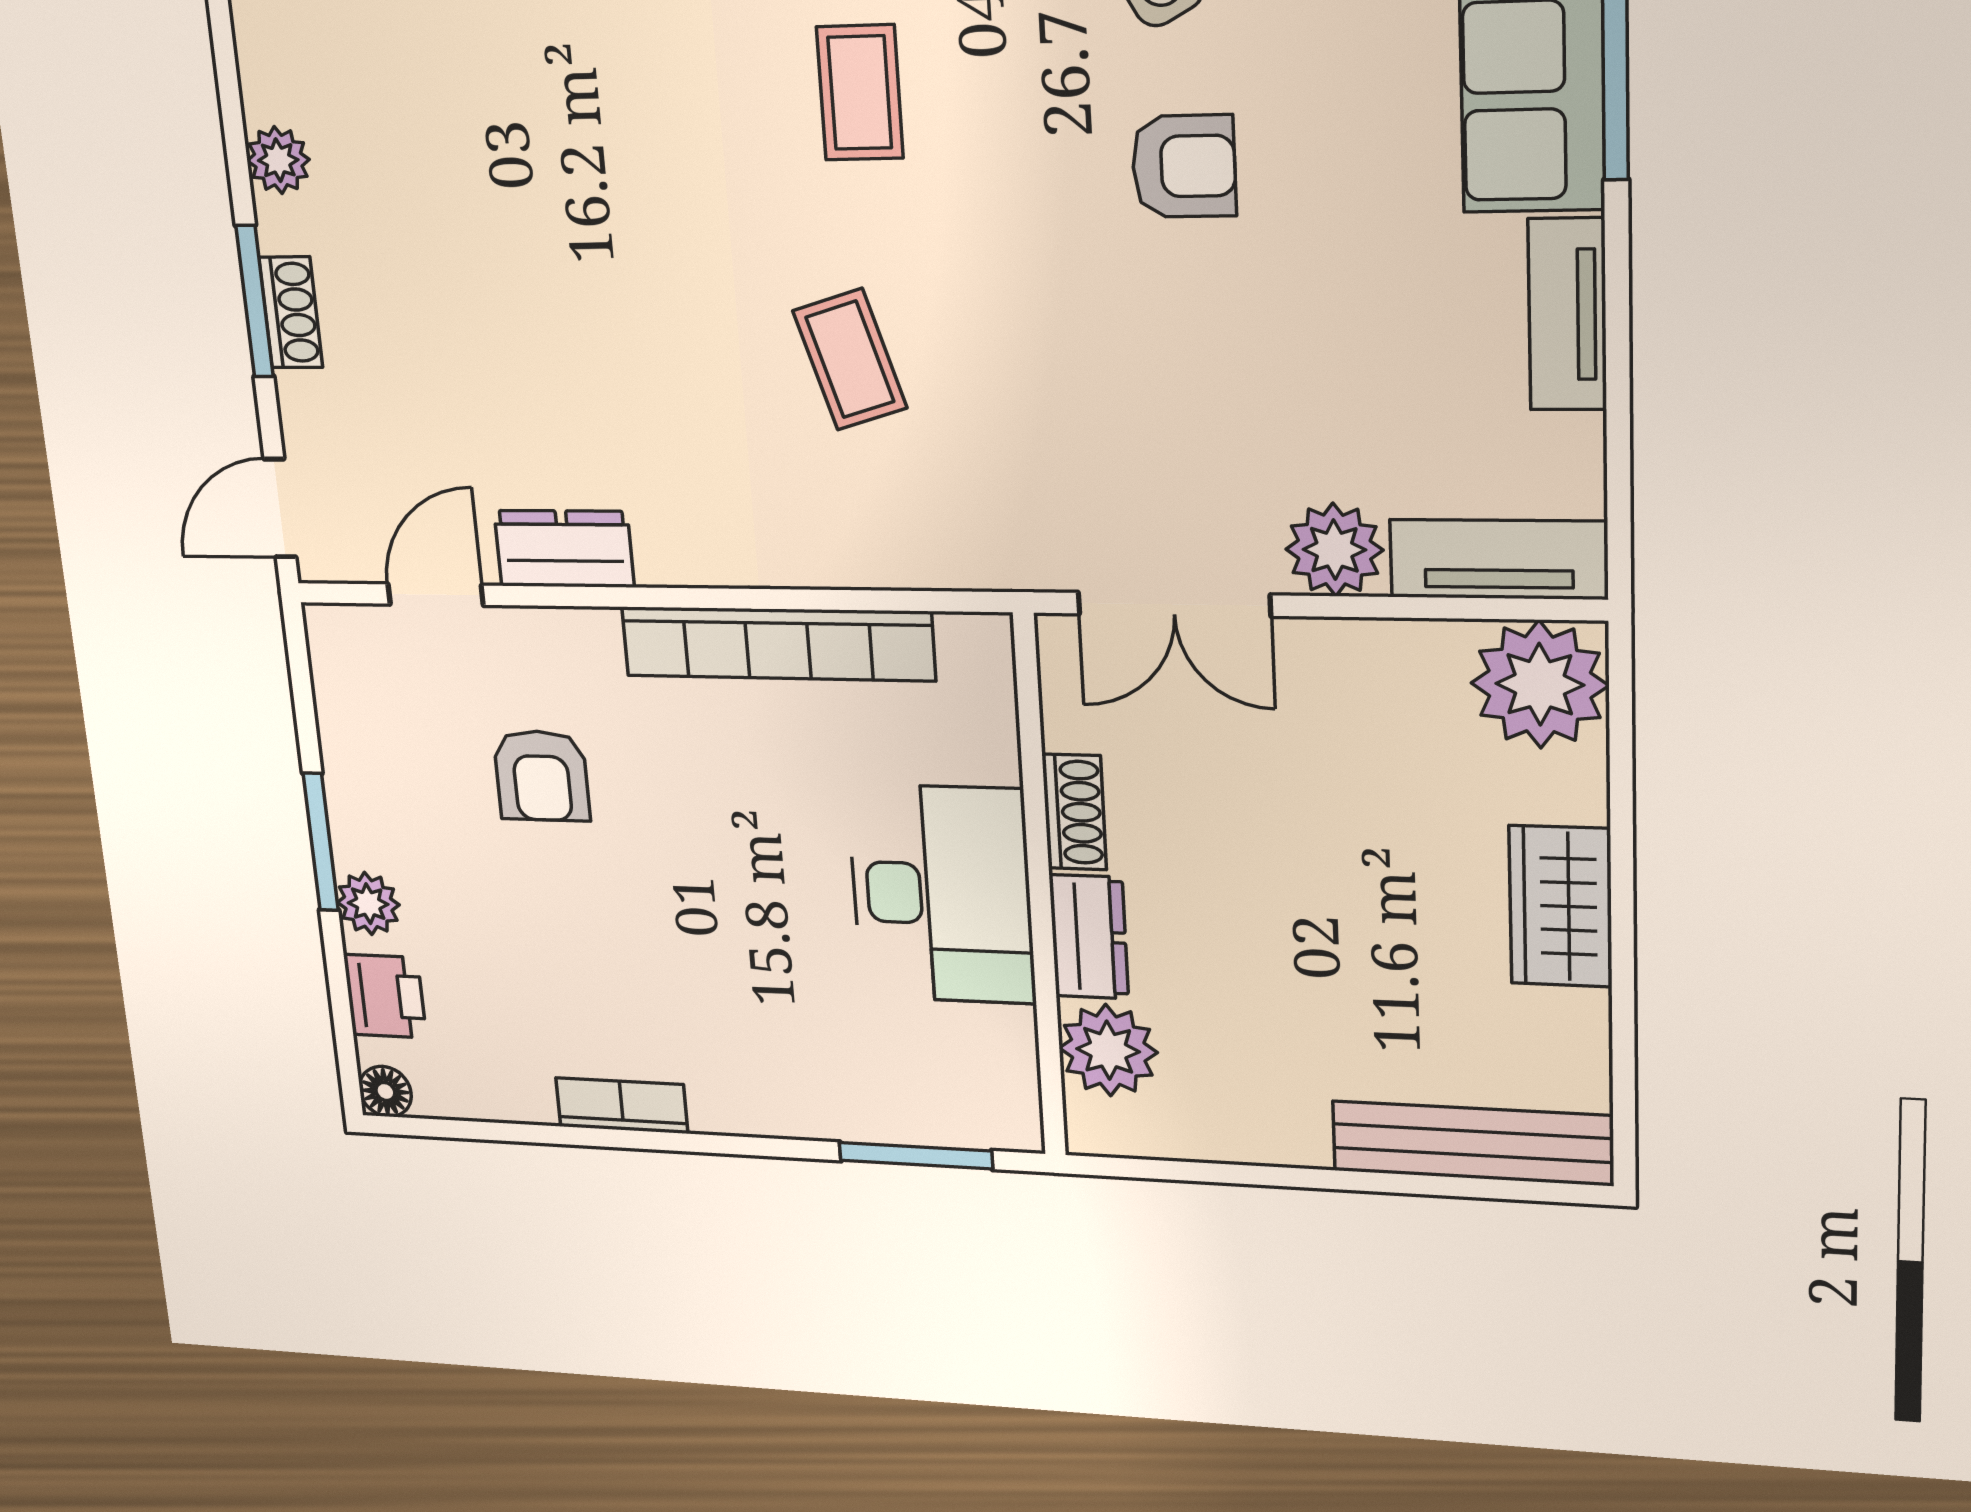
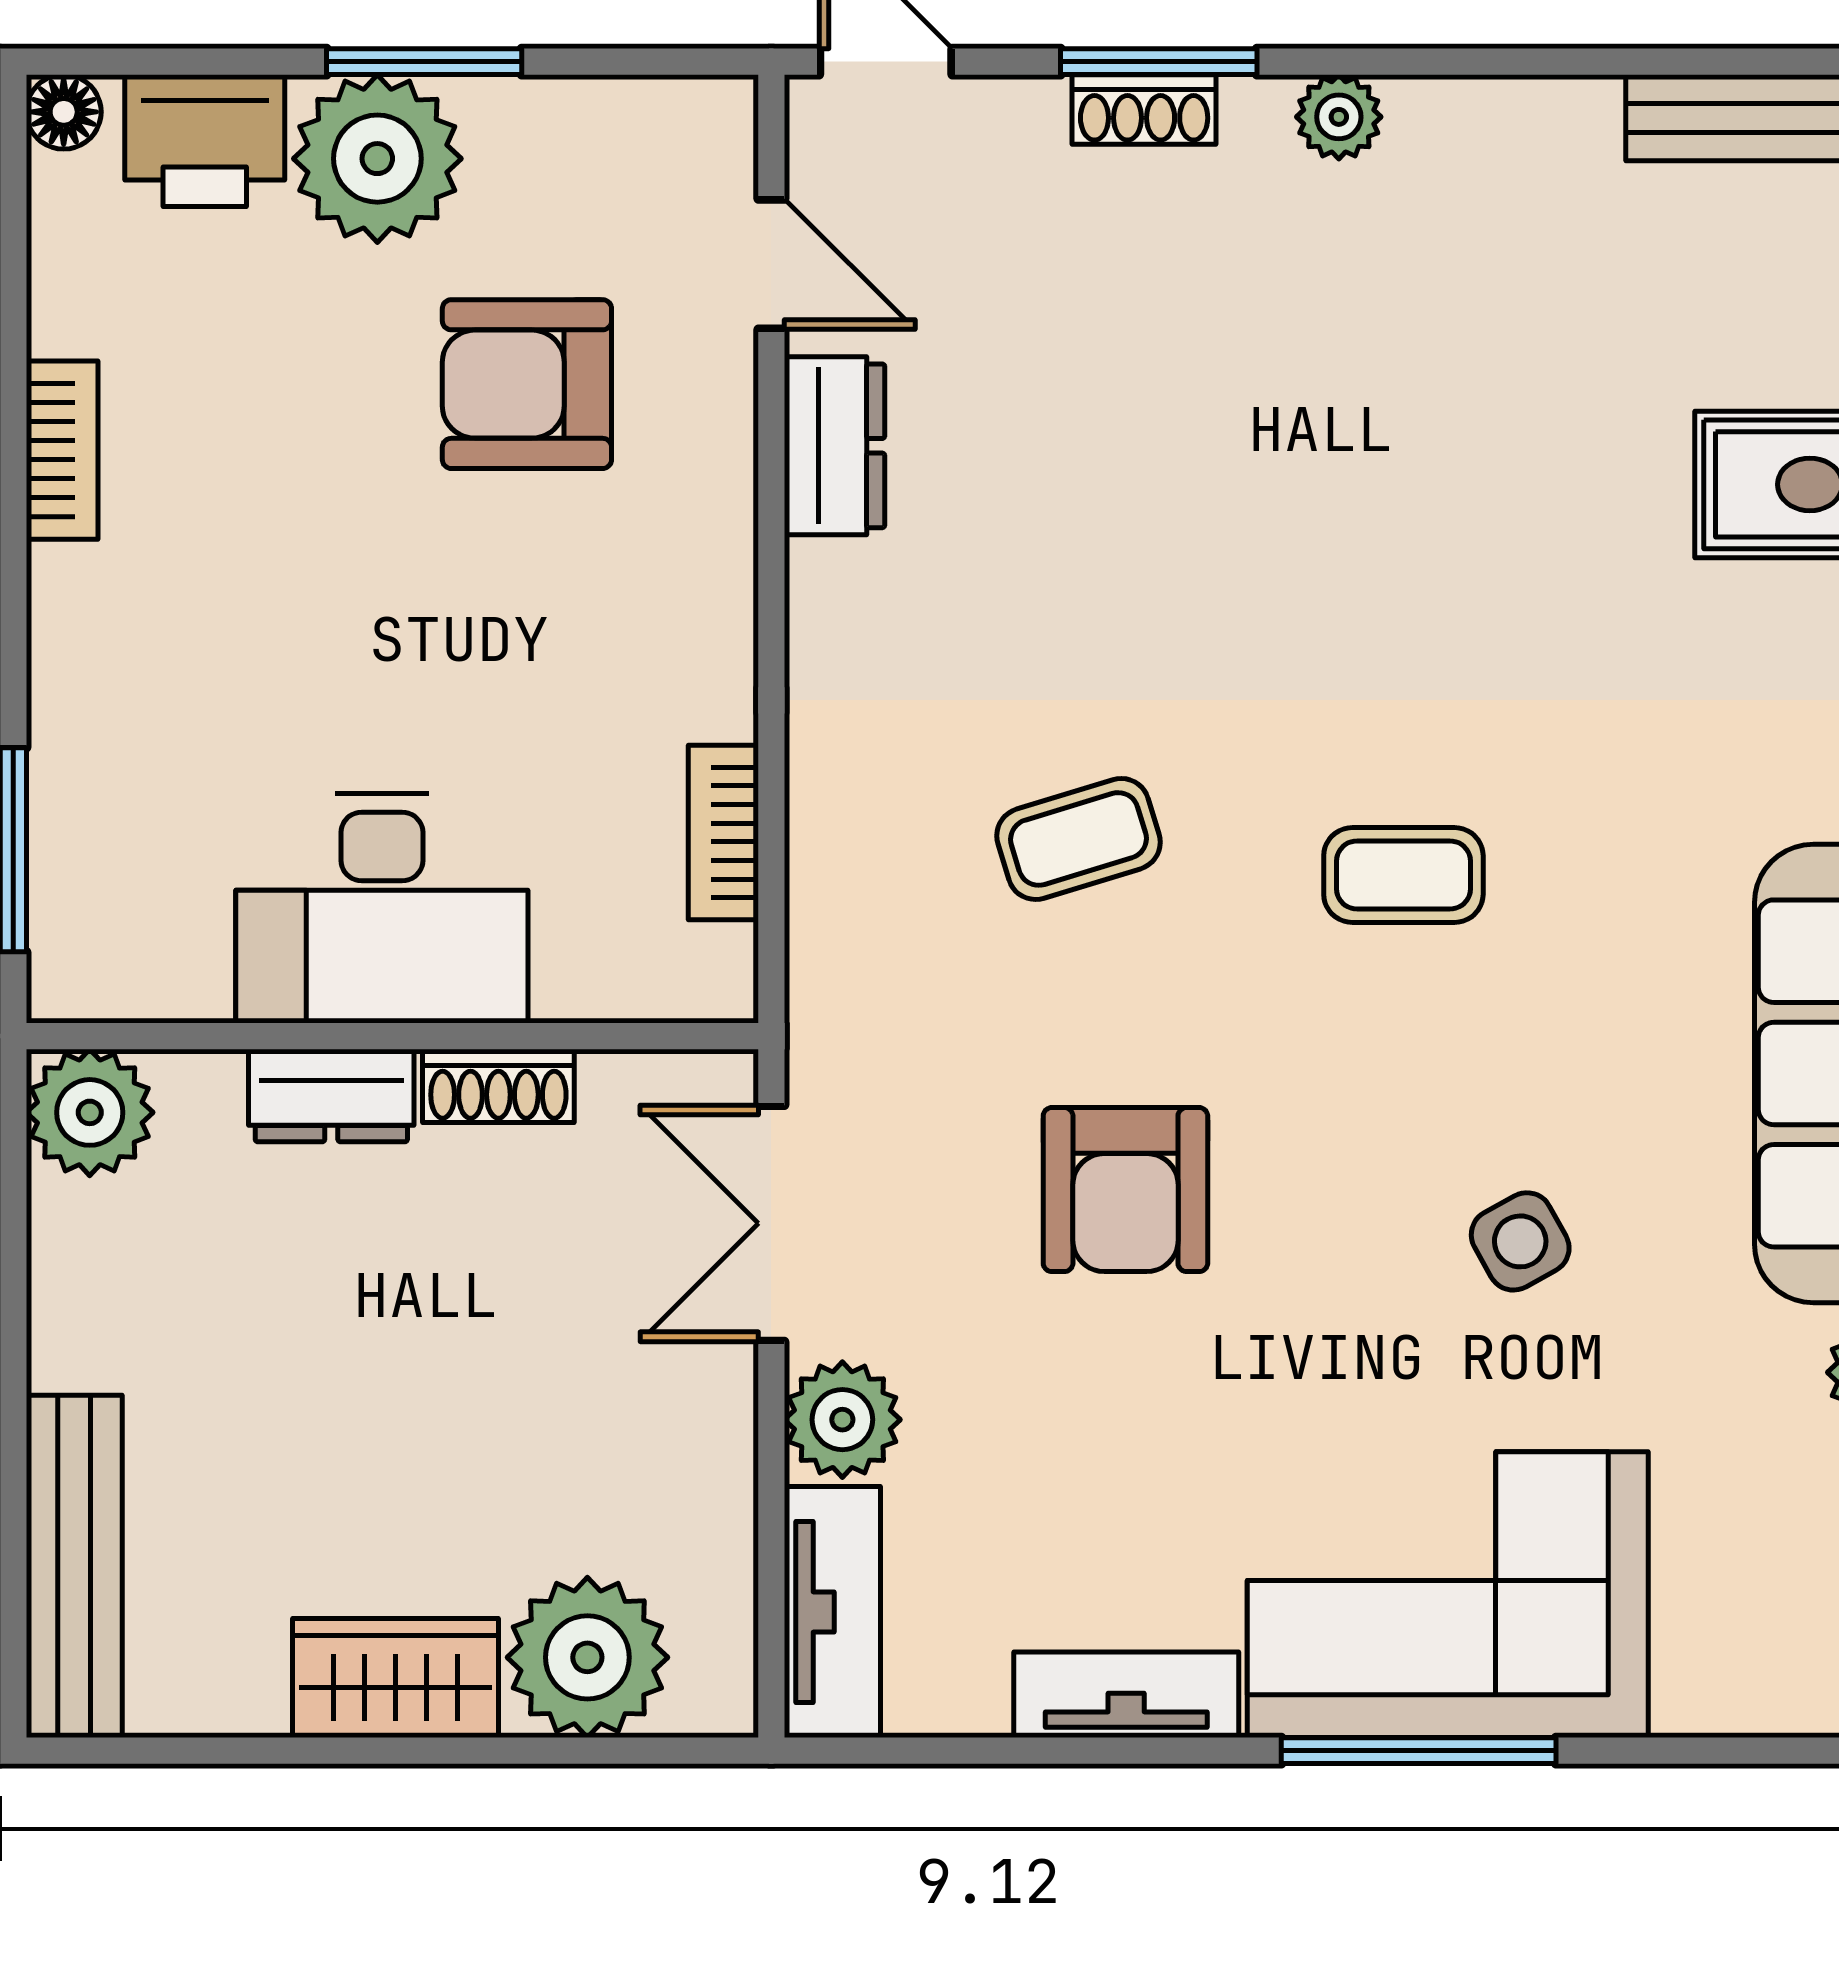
armchair: (1184, 166) -> (1125, 1190), moved, width x1.38, depth x1.38
bookcase: (777, 644) -> (723, 832), width x0.43, depth x0.76
plant: (1540, 684) -> (587, 1657), moved
armchair: (541, 776) -> (527, 384), width x1.38, depth x1.38
plant: (368, 904) -> (377, 159), width x1.88, depth x1.88
printer: (385, 996) -> (205, 141), width x1.36, depth x1.24
plant: (1108, 1050) -> (90, 1112), moved

